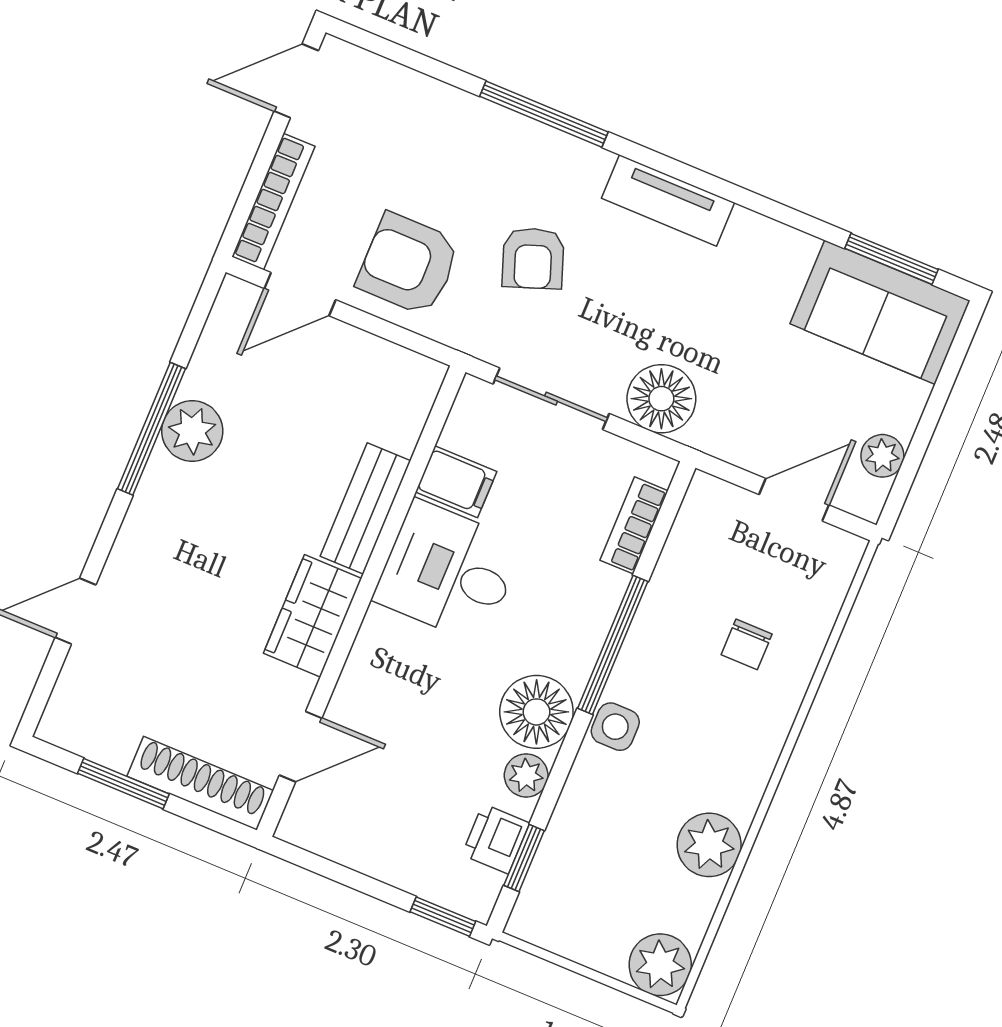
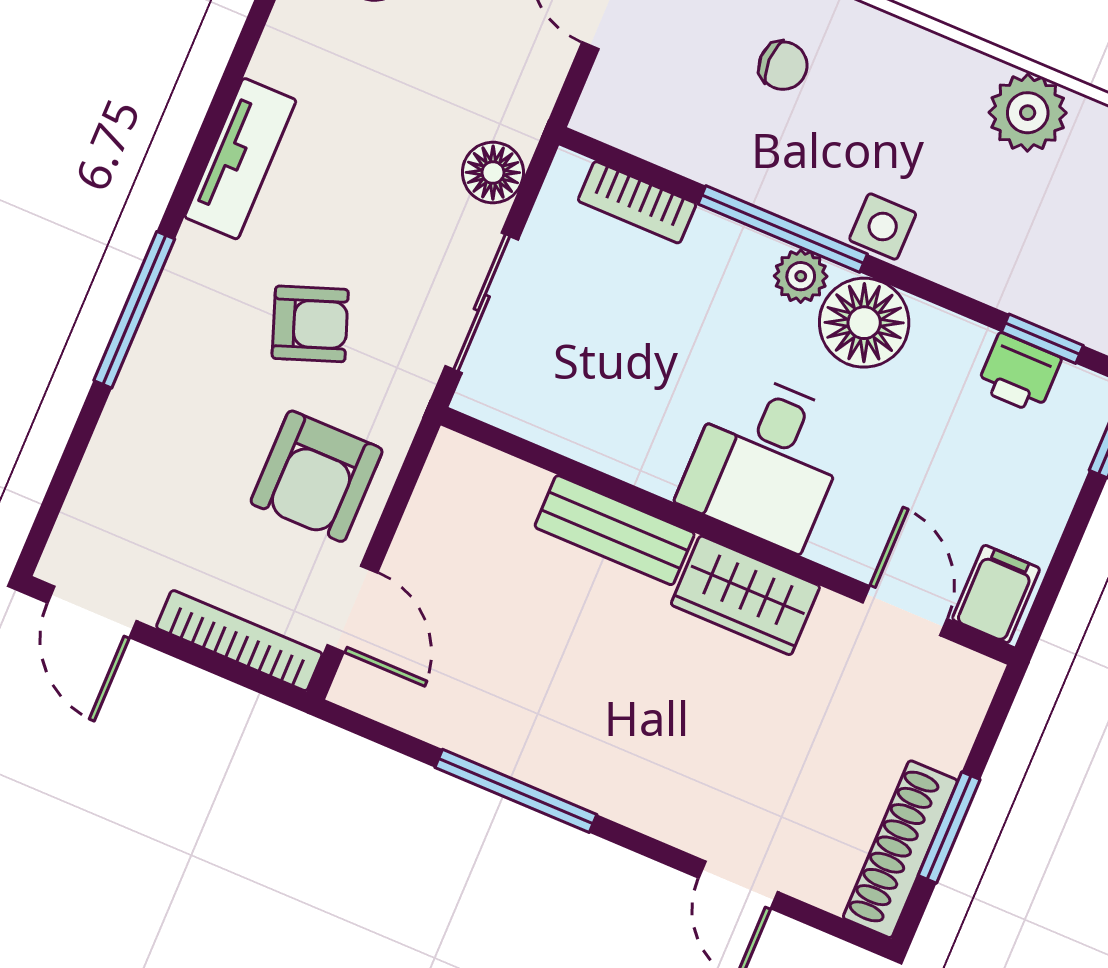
floor lamp: (661, 399) -> (493, 173), width x0.73, depth x0.73
plant: (192, 431) -> (519, 741), removed
filing cabinet: (456, 482) -> (996, 594), moved
desk: (448, 572) -> (766, 460), moved
plant: (526, 775) -> (801, 276), moved
shoe rack: (200, 783) -> (900, 849), moved

